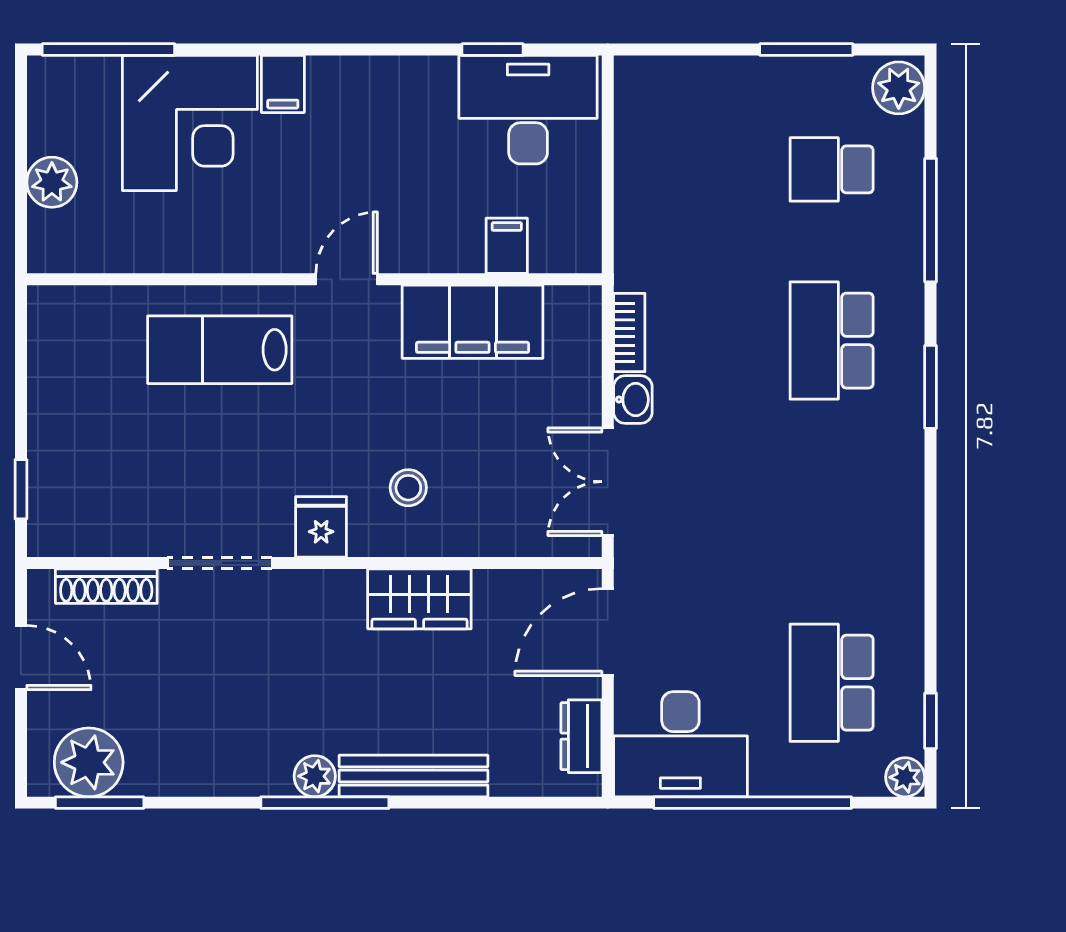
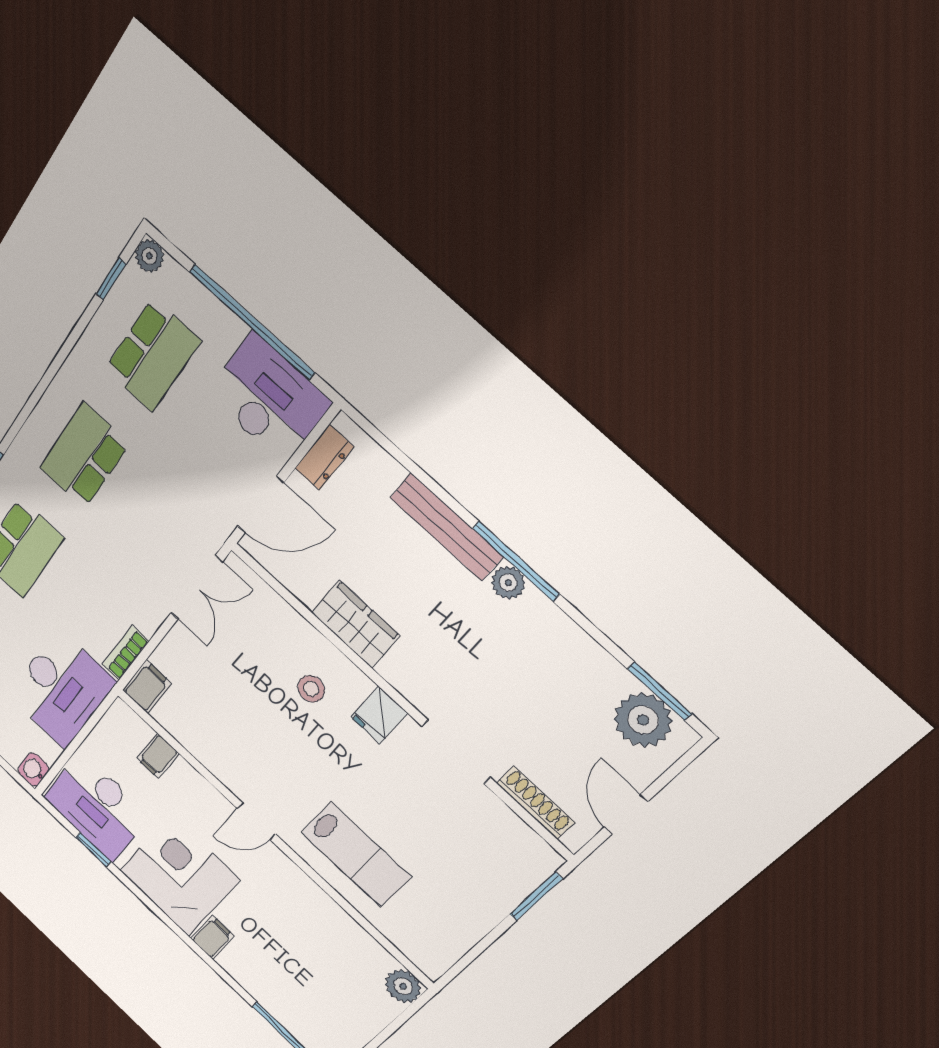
corner desk: (190, 123) -> (179, 875), moved
plant: (52, 182) -> (403, 986), moved
desk: (671, 216) -> (61, 689), added
filing cabinet: (473, 322) -> (147, 687), moved, width x0.33, depth x0.86
washbasin: (633, 400) -> (33, 770), moved
window: (21, 489) -> (536, 896), width x1.50
school desk: (832, 512) -> (84, 456), added

